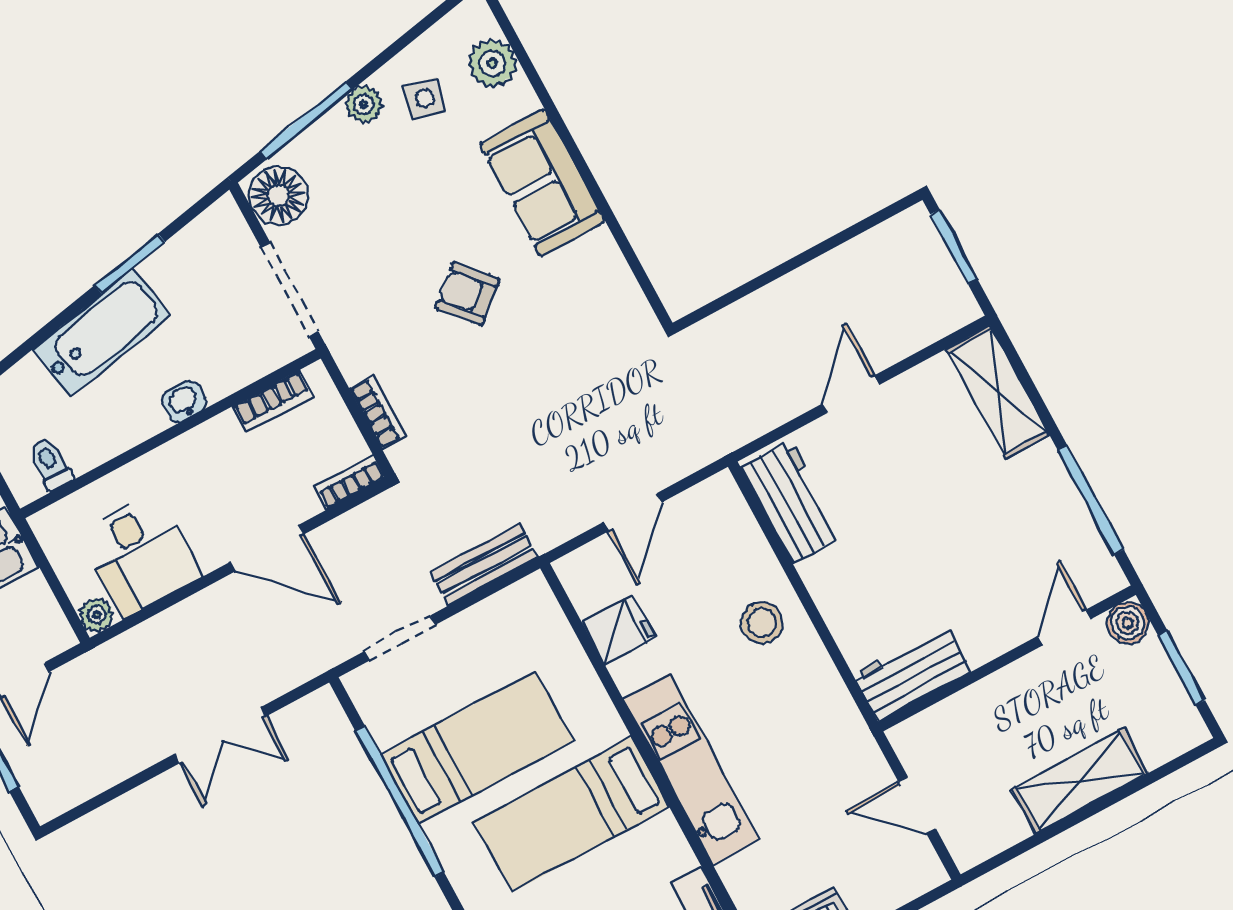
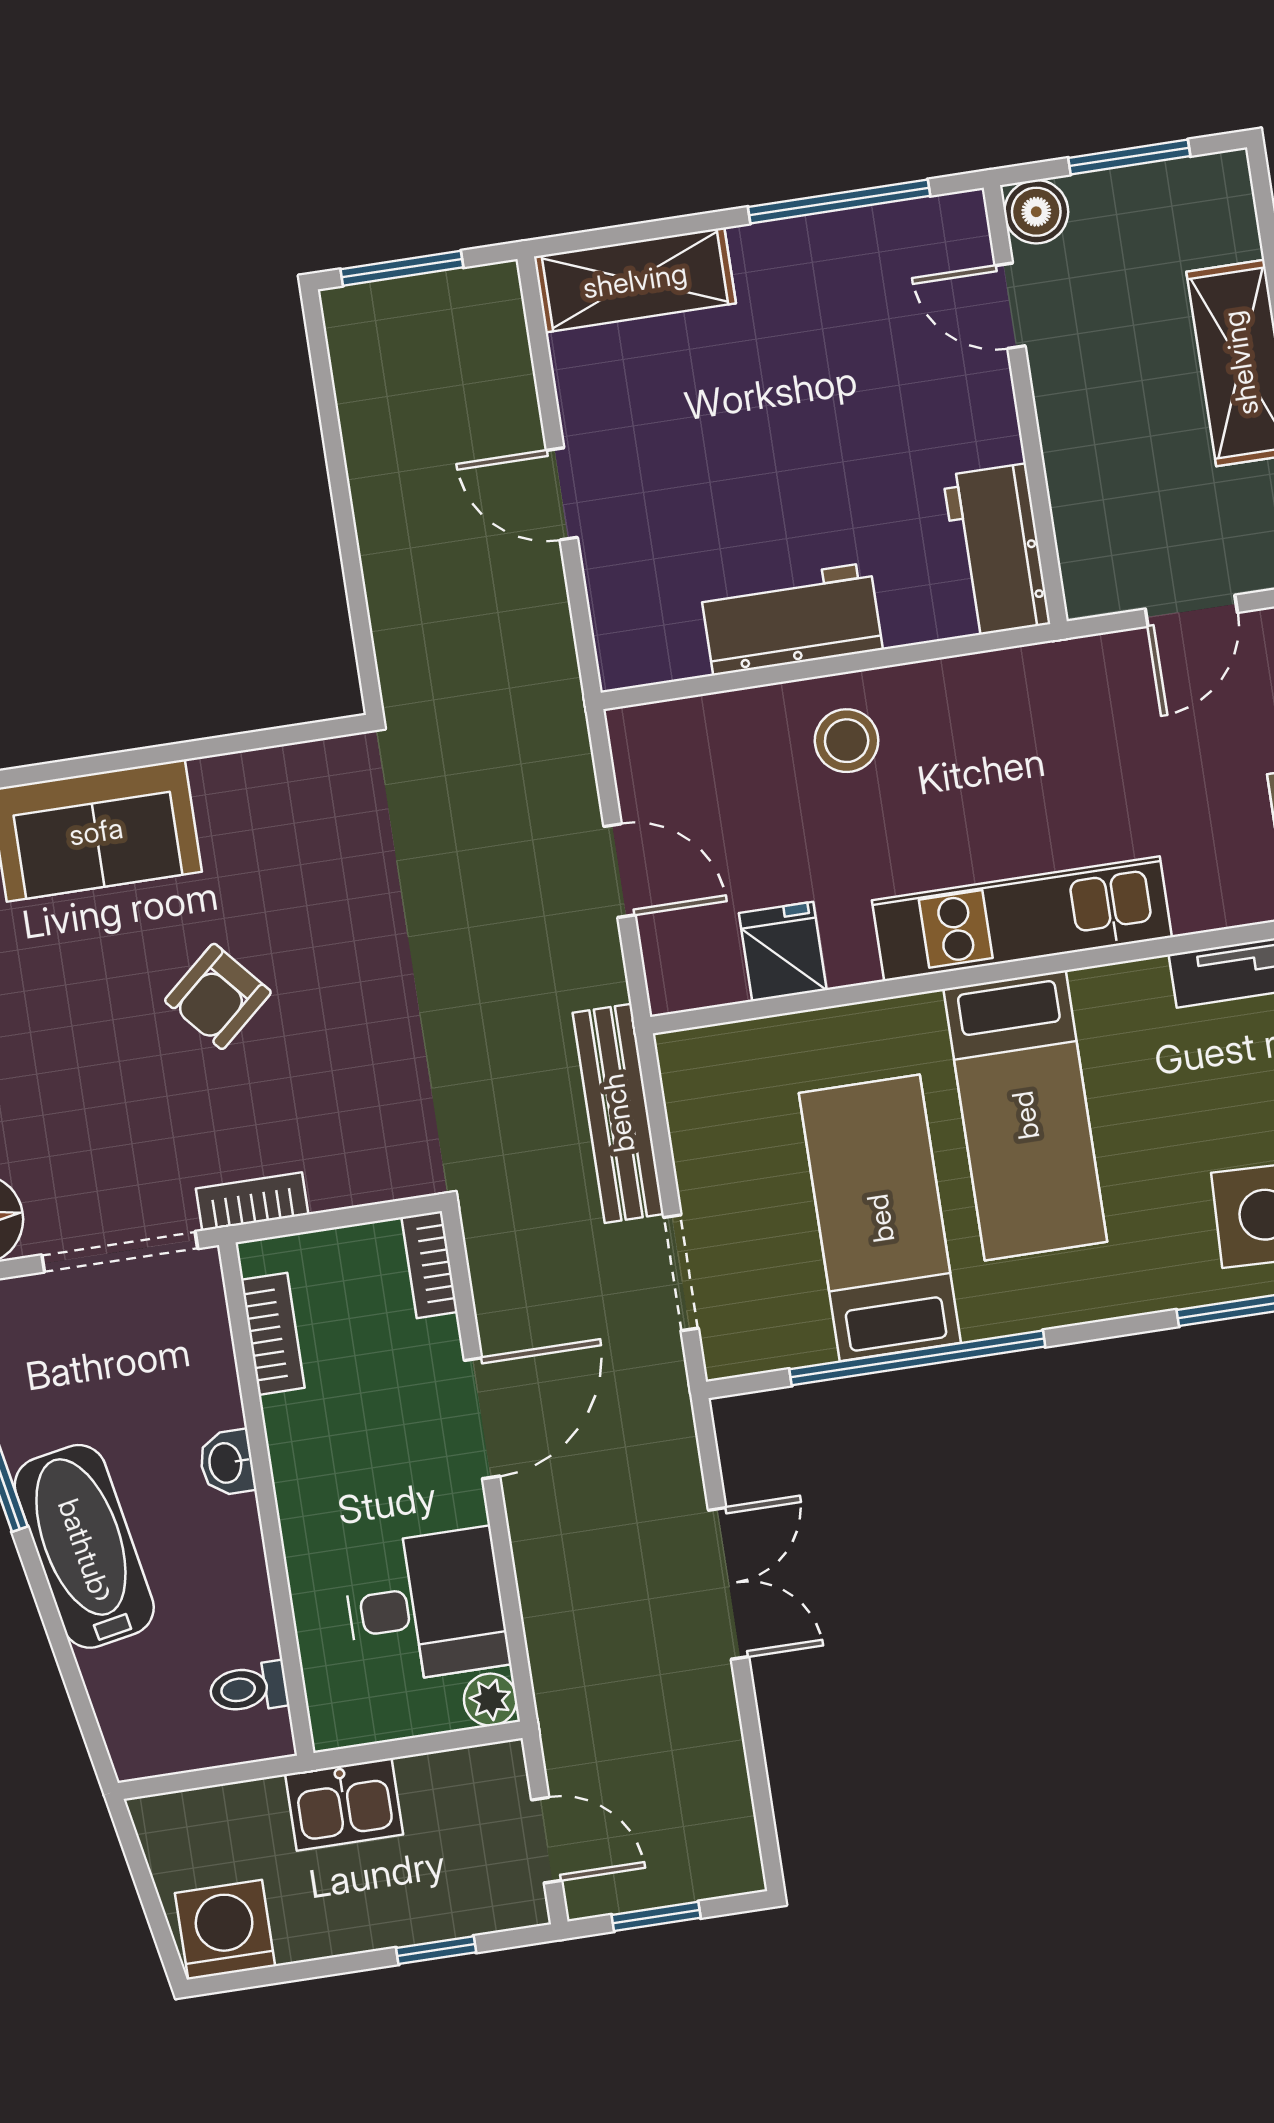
bookcase: (378, 412) -> (252, 1202), moved
workbench: (792, 502) -> (791, 619), moved
bench: (484, 565) -> (618, 1113), width x1.36

